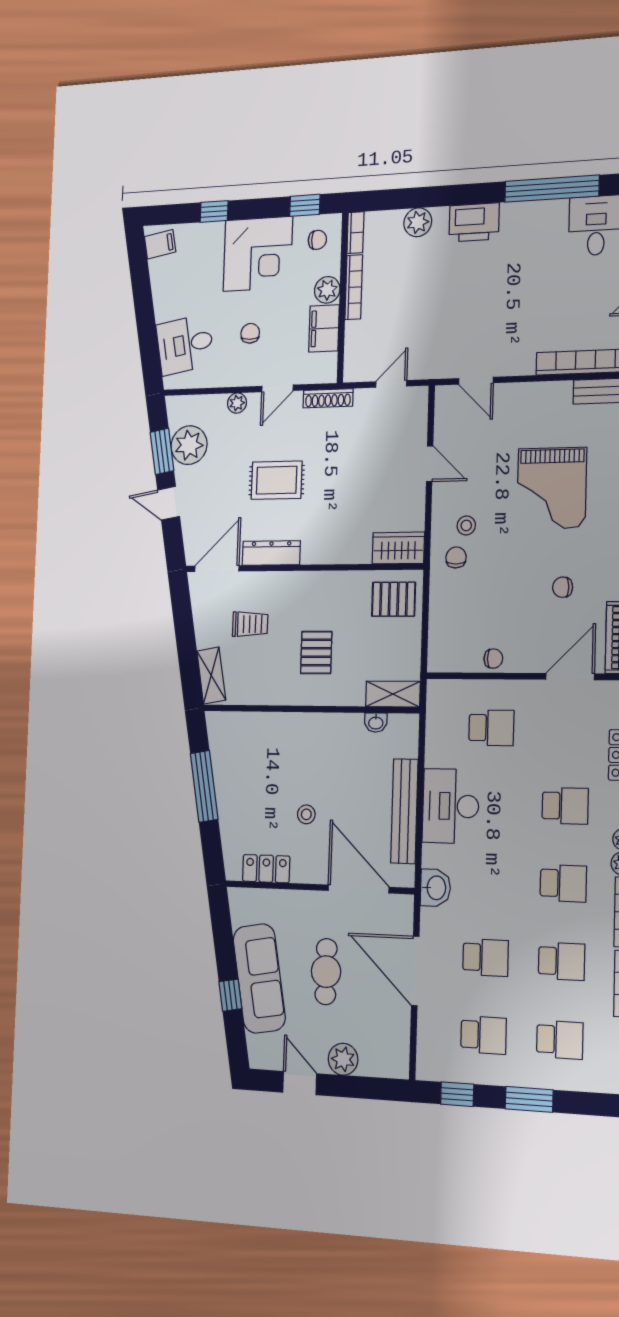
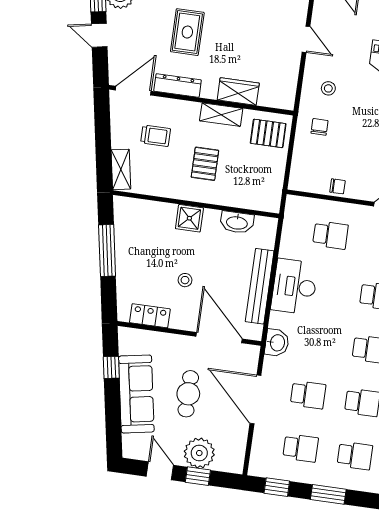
rug: (277, 480) -> (187, 32), turned 90
wardrobe: (398, 548) -> (238, 92), moved
chair: (456, 557) -> (319, 127), moved
shelving: (393, 694) -> (221, 115), moved
washbasin: (376, 723) -> (237, 222), width x1.91, depth x1.45
shower: (304, 729) -> (189, 218), added
window: (230, 995) -> (111, 367), moved
plant: (343, 1059) -> (199, 453), width x1.36, depth x1.36
window: (350, 1087) -> (198, 476), added

